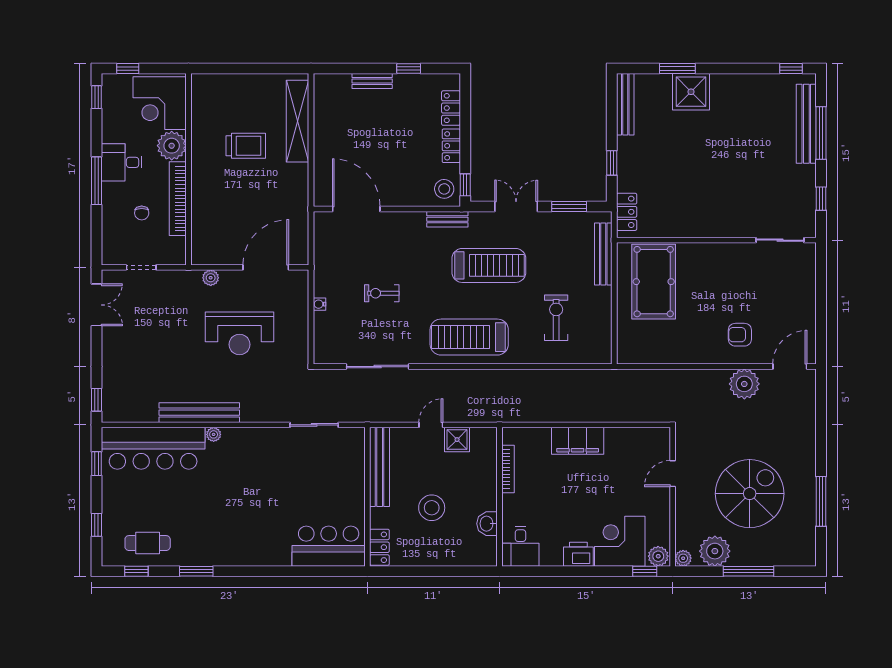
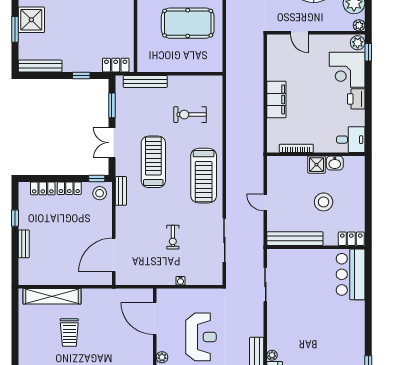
trolley: (246, 146) -> (69, 333), turned 180
pool table: (654, 282) -> (188, 23), moved
shower: (457, 440) -> (317, 165), moved

